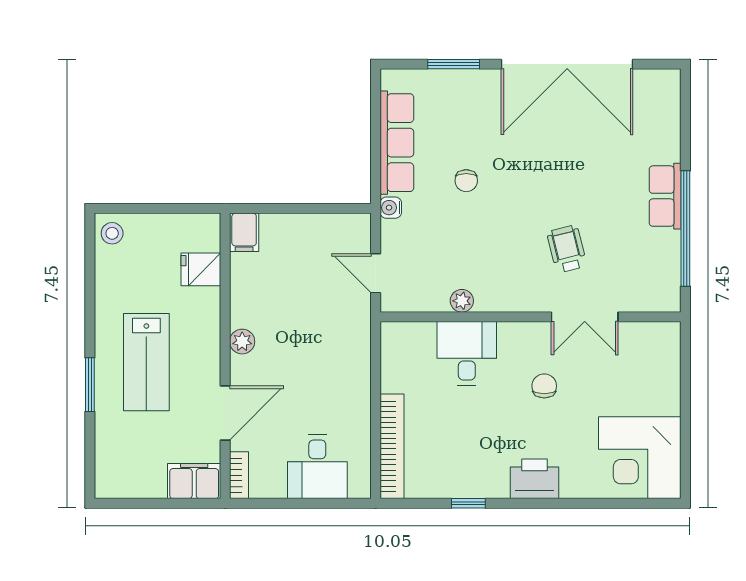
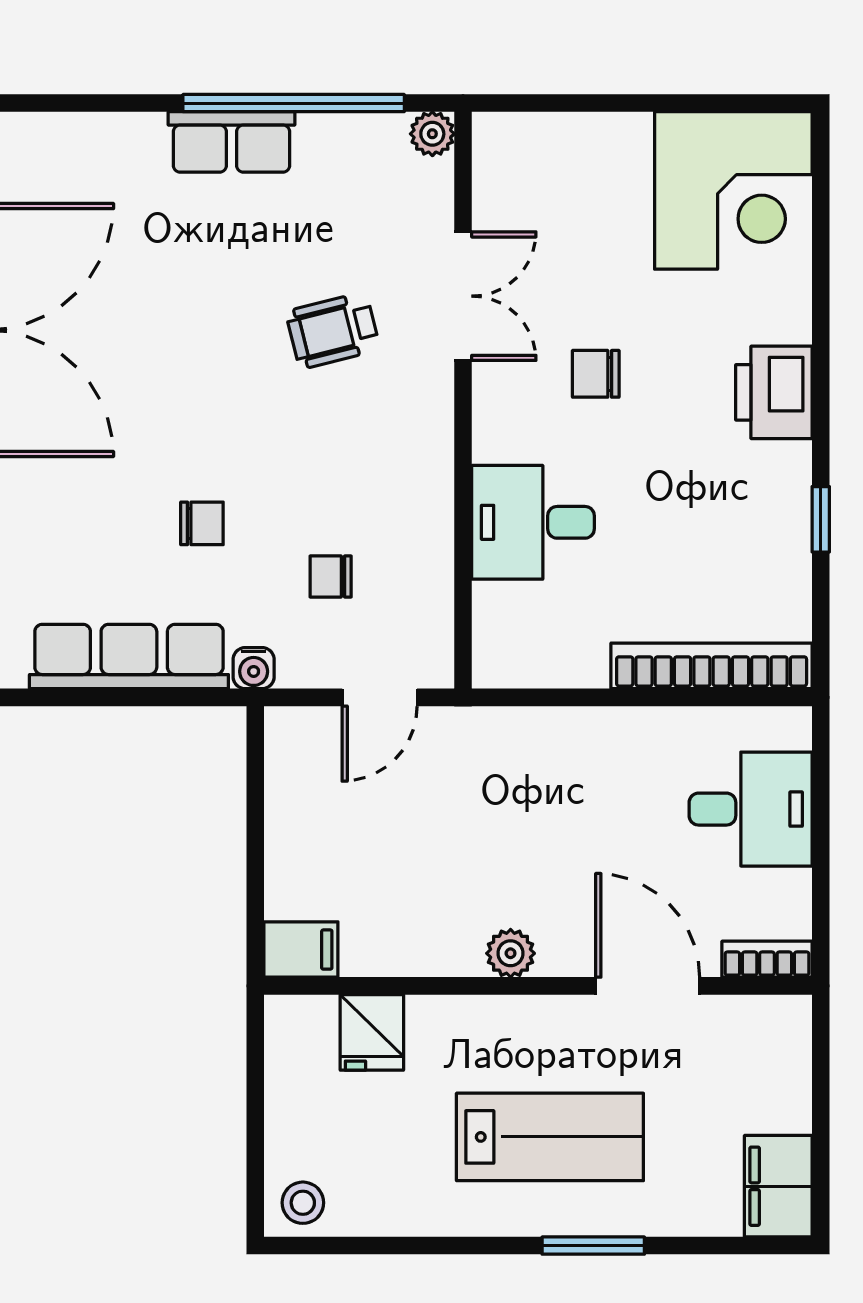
chair: (439, 248) -> (331, 577), added
plant: (462, 301) -> (432, 134), moved
filing cabinet: (194, 481) -> (778, 1186), moved

